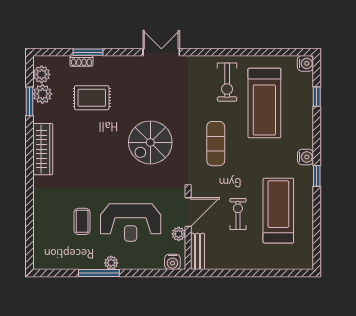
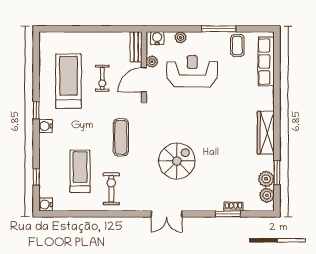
rug: (92, 98) -> (225, 176), removed
treadmill: (264, 103) -> (80, 171), width x0.73, depth x0.73
spiral stairs: (150, 142) -> (177, 161), moved
treadmill: (278, 211) -> (68, 81), turned 180
coffee table: (82, 221) -> (237, 46), moved
row of seats: (42, 234) -> (266, 61), added
plant: (111, 263) -> (180, 37), moved

